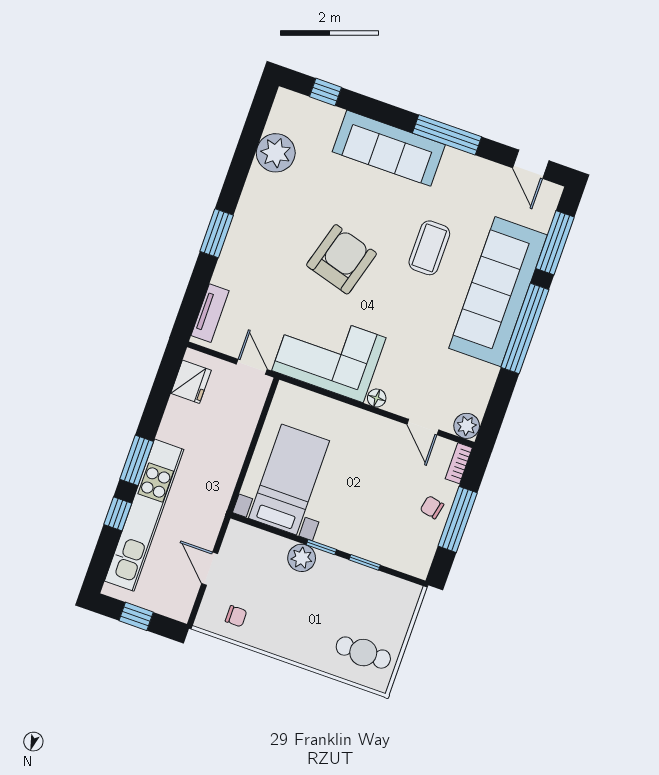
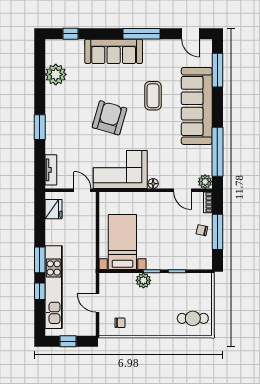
window: (525, 328) -> (217, 152), moved

